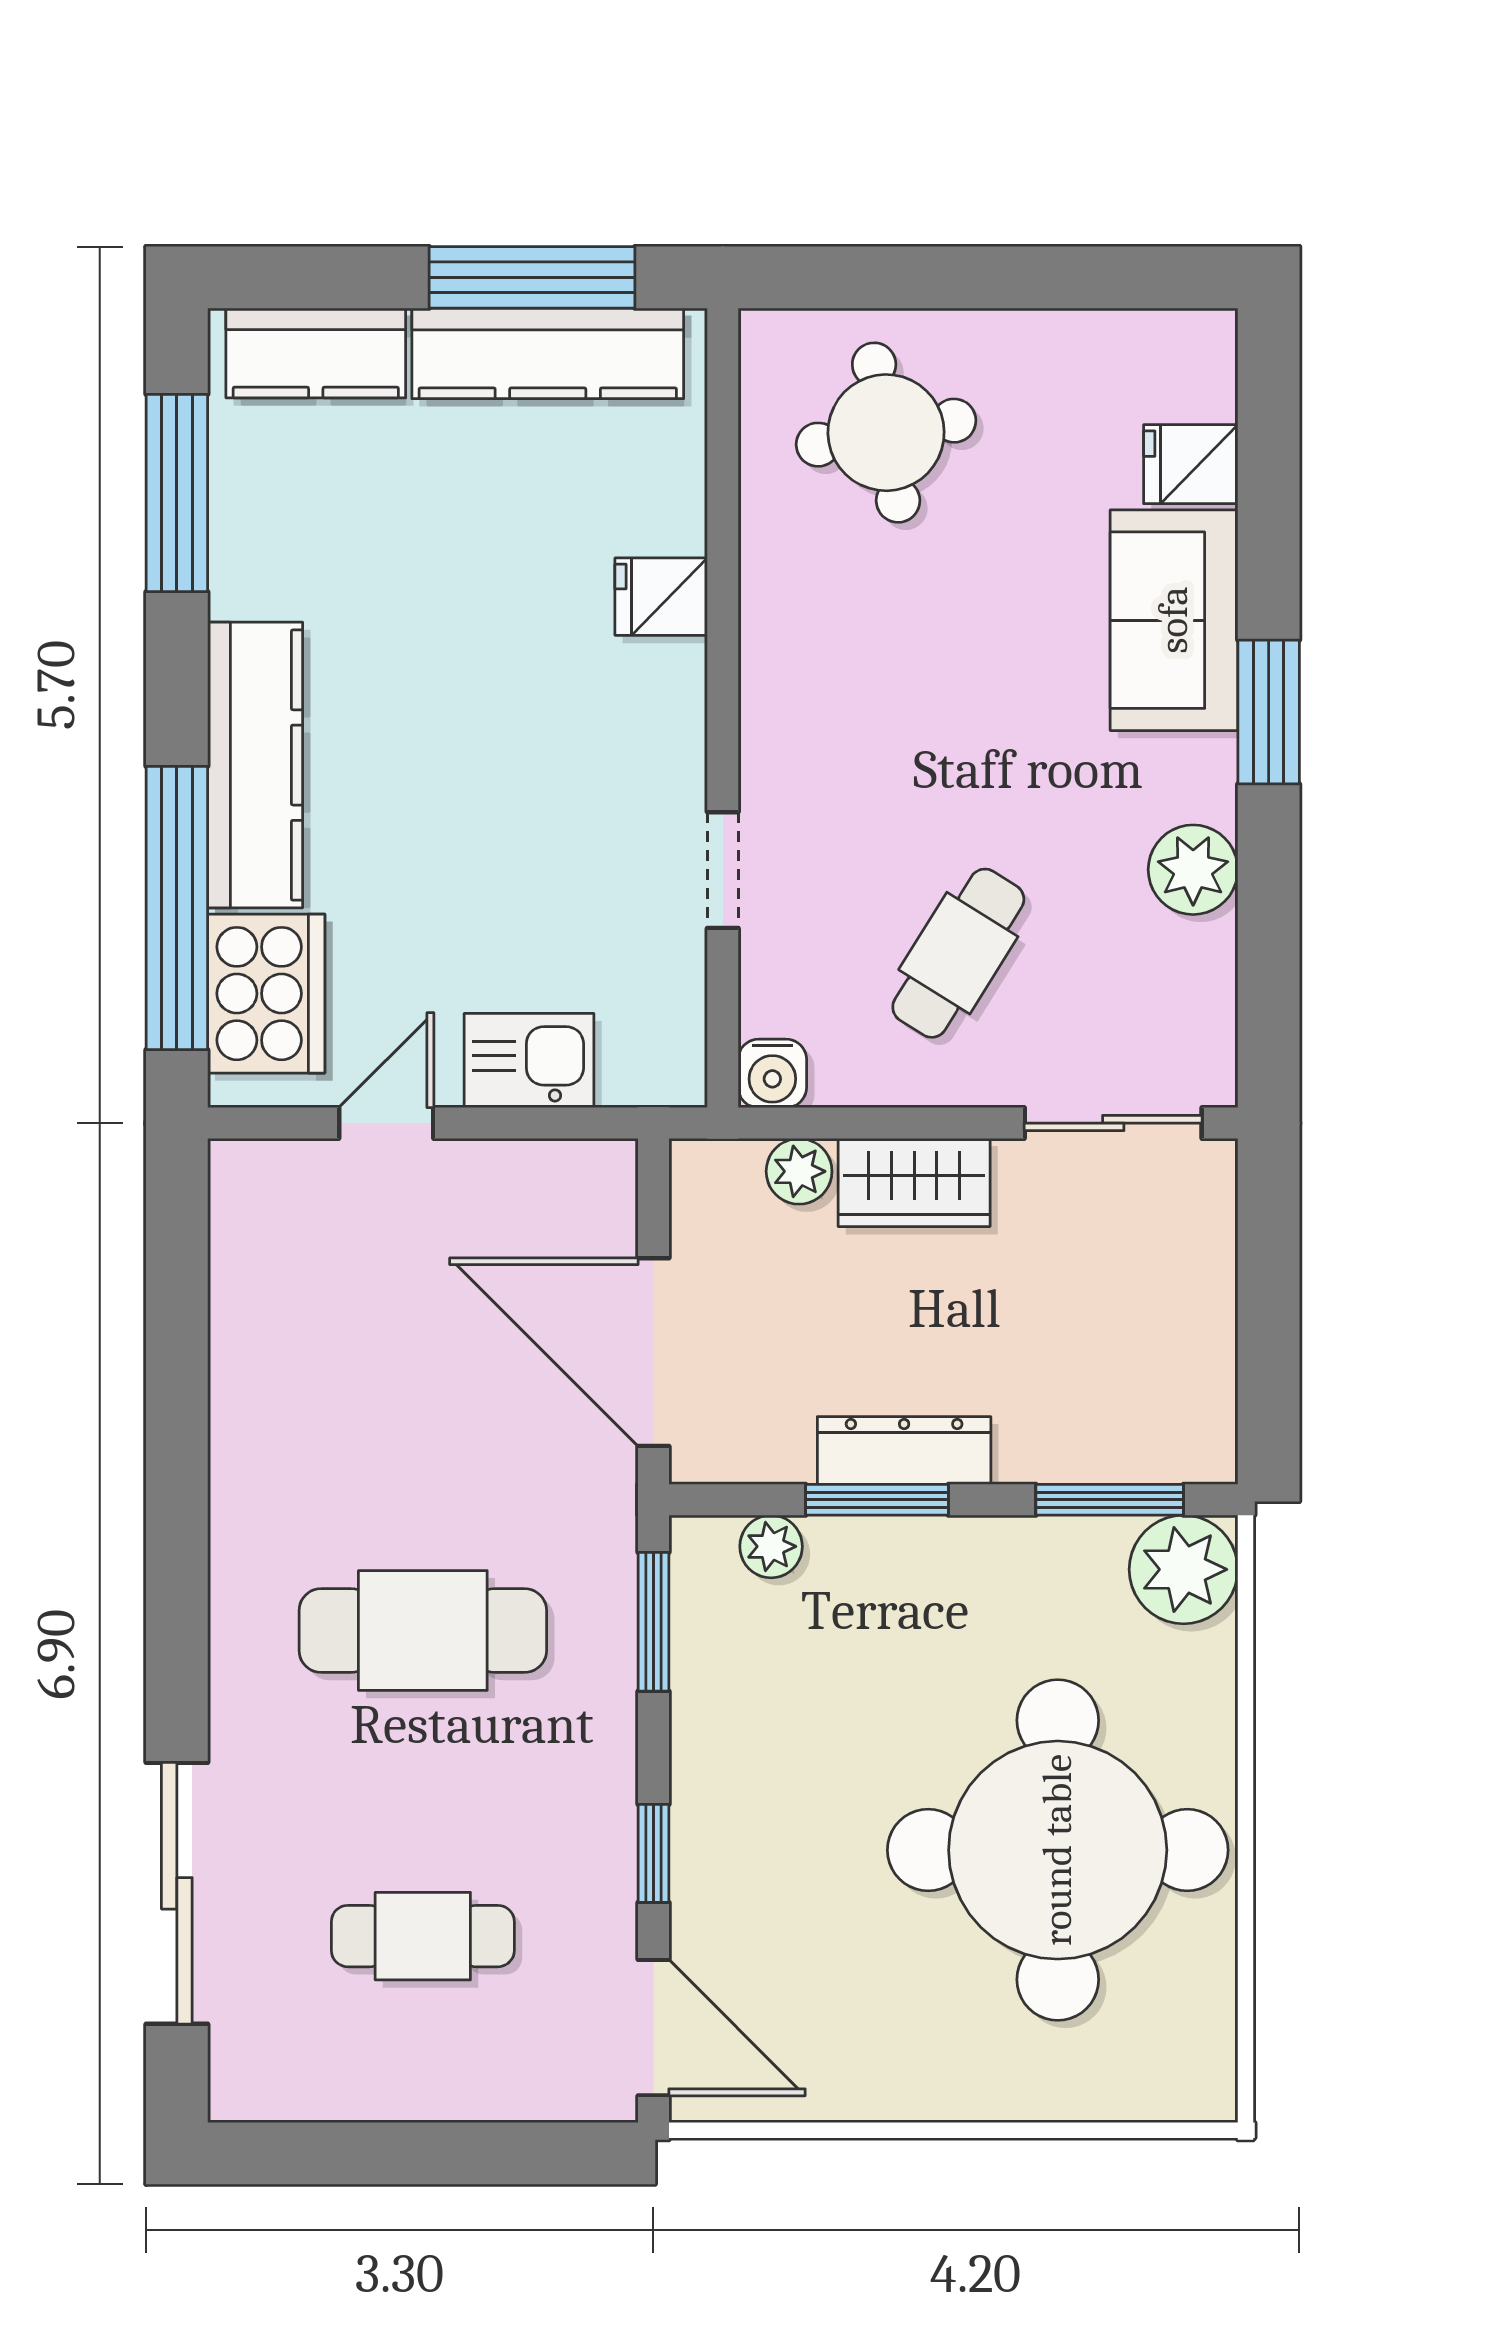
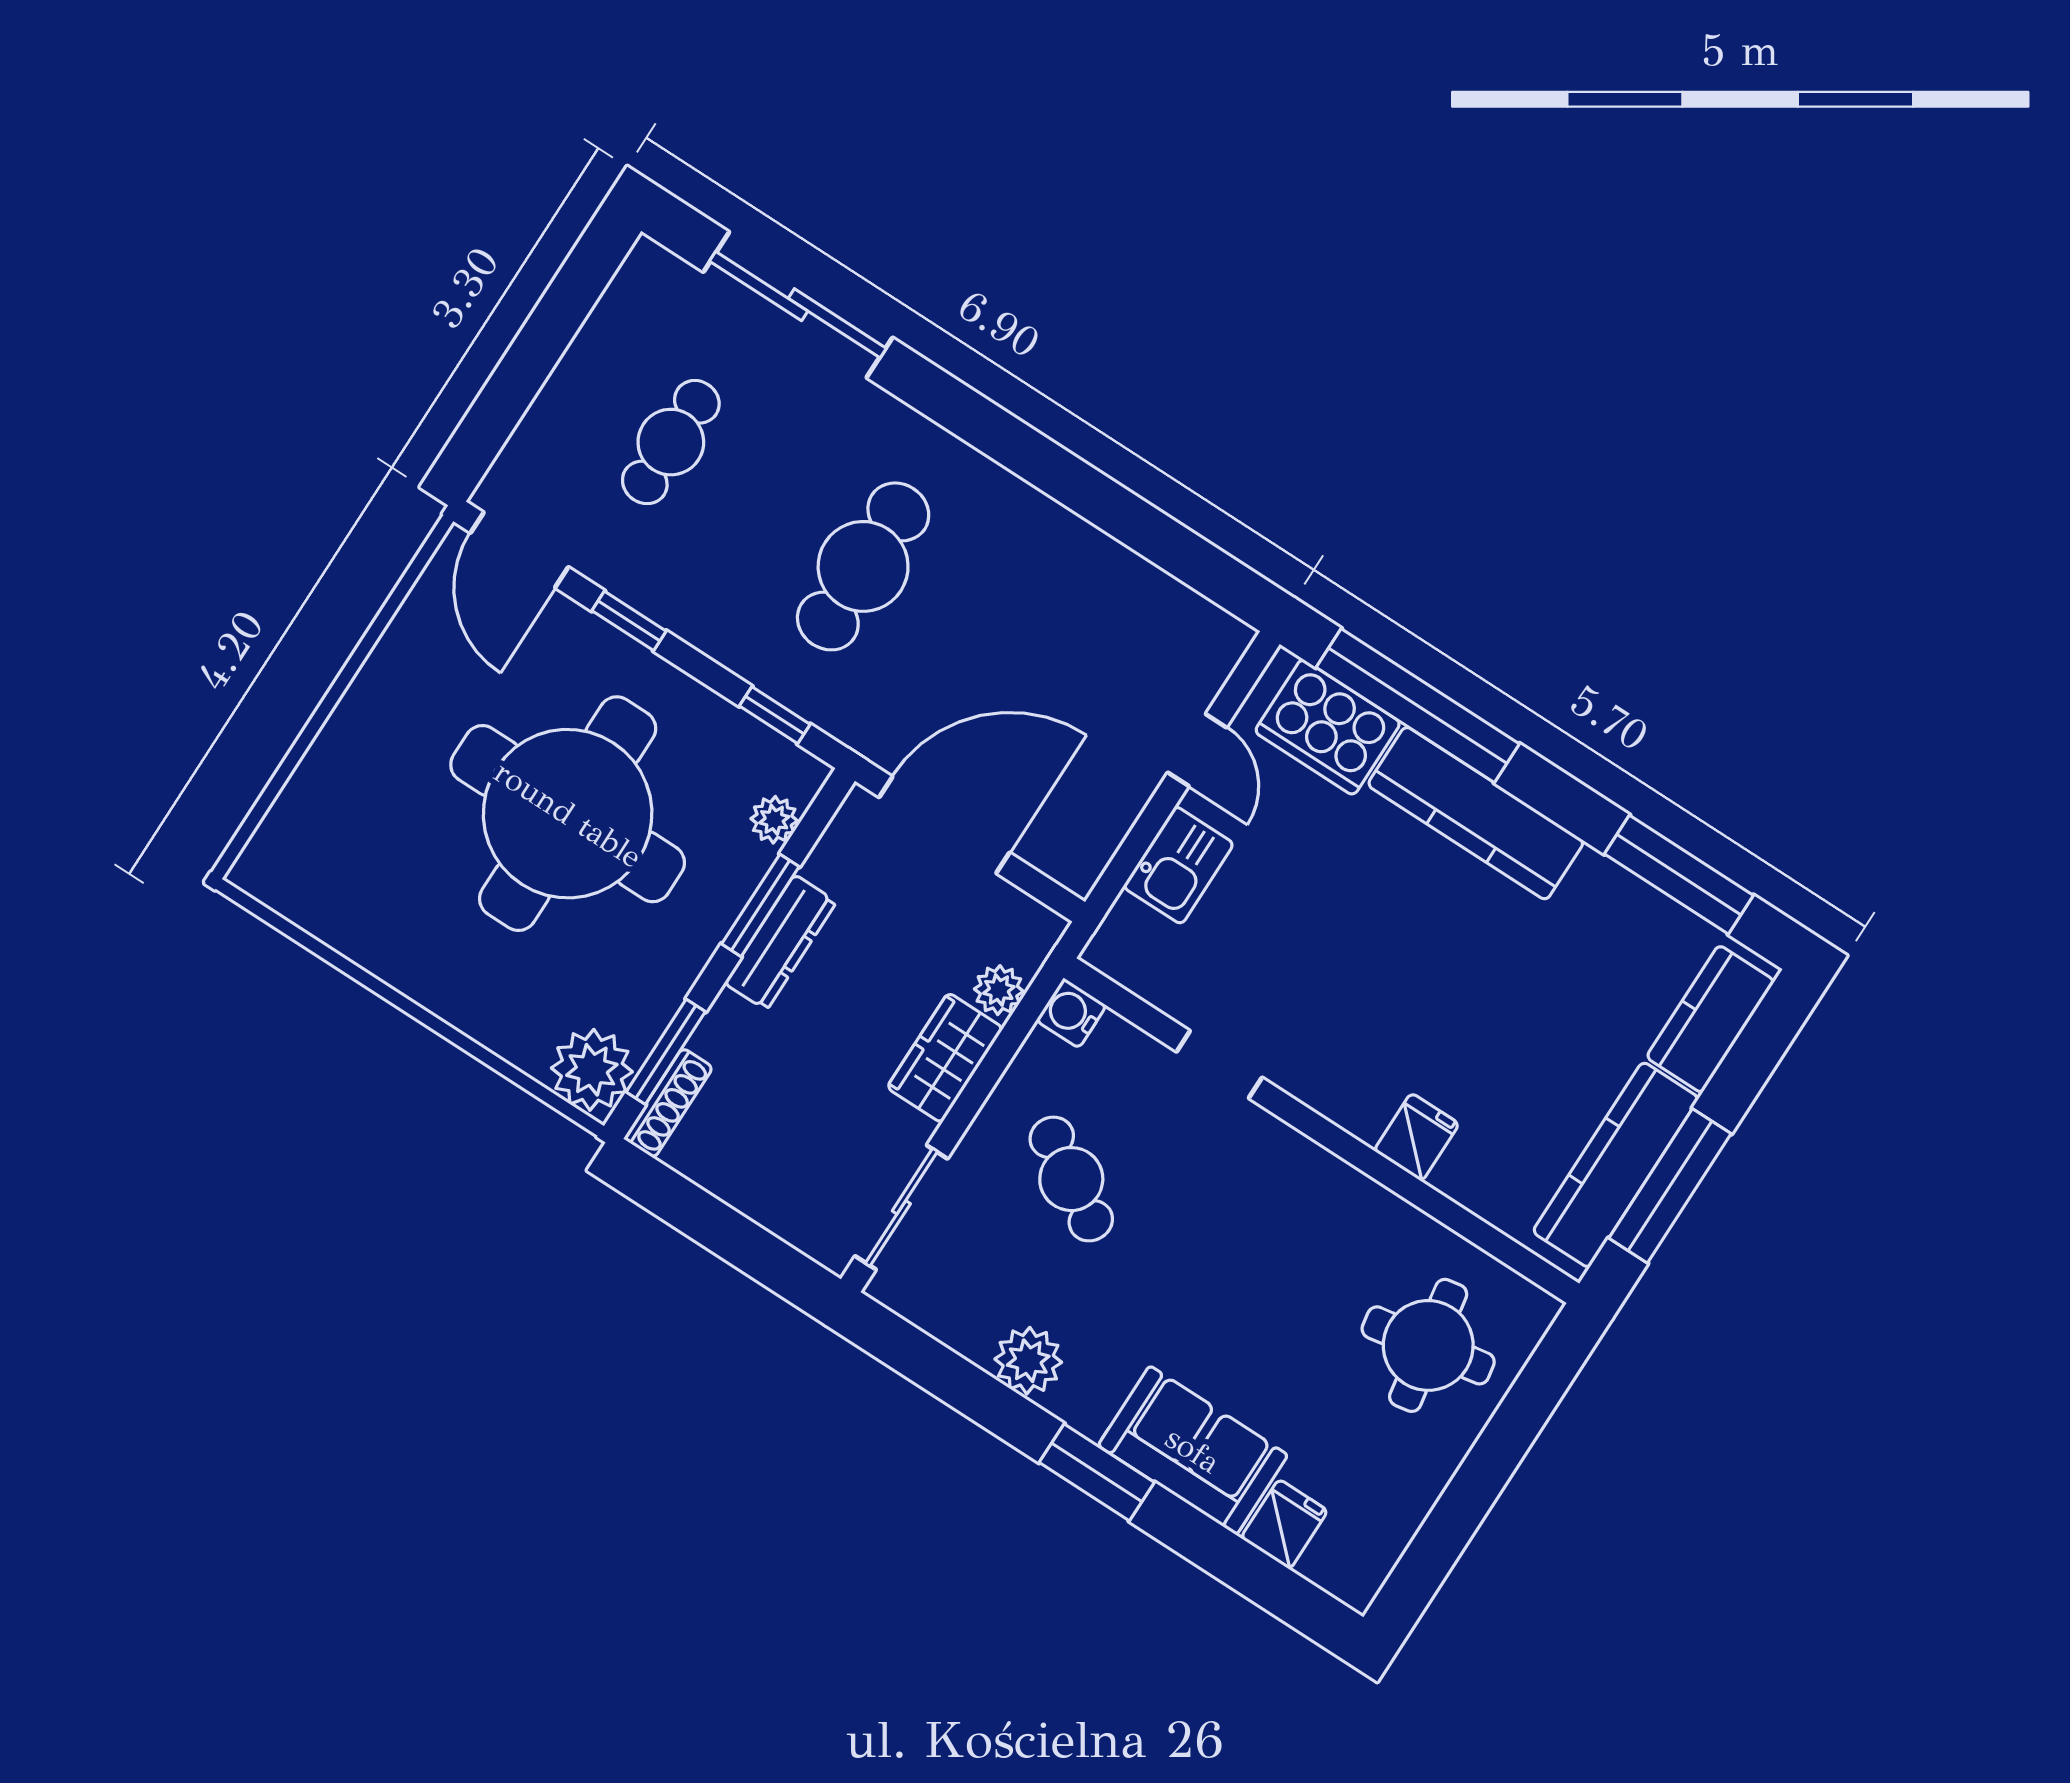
shoe rack: (1165, 1460) -> (668, 1103), added
window: (653, 1622) -> (775, 715), width x0.67
round table: (1058, 1850) -> (568, 814), moved
door: (653, 2028) -> (519, 550), hinge flipped

